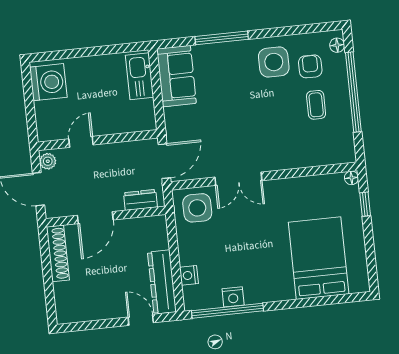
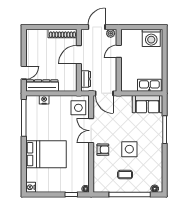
side table: (274, 62) -> (129, 149), moved
armchair: (310, 66) -> (103, 150), moved
door: (81, 142) -> (119, 51), swing flipped
door: (95, 218) -> (79, 55), hinge flipped
bed: (319, 258) -> (46, 154), moved
nightstand: (233, 297) -> (31, 187), moved

